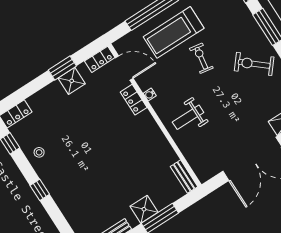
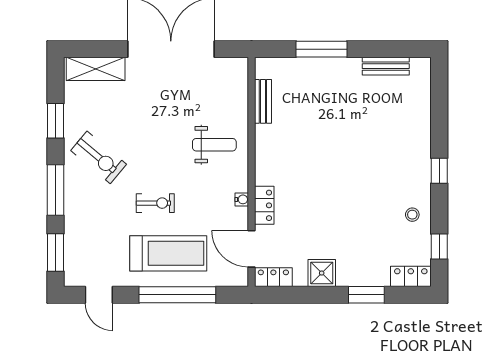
exercise bike: (201, 58) -> (155, 203), turned -99
window: (62, 68) -> (366, 295), moved
bench: (184, 177) -> (263, 101), moved
shower: (144, 209) -> (333, 71), removed

